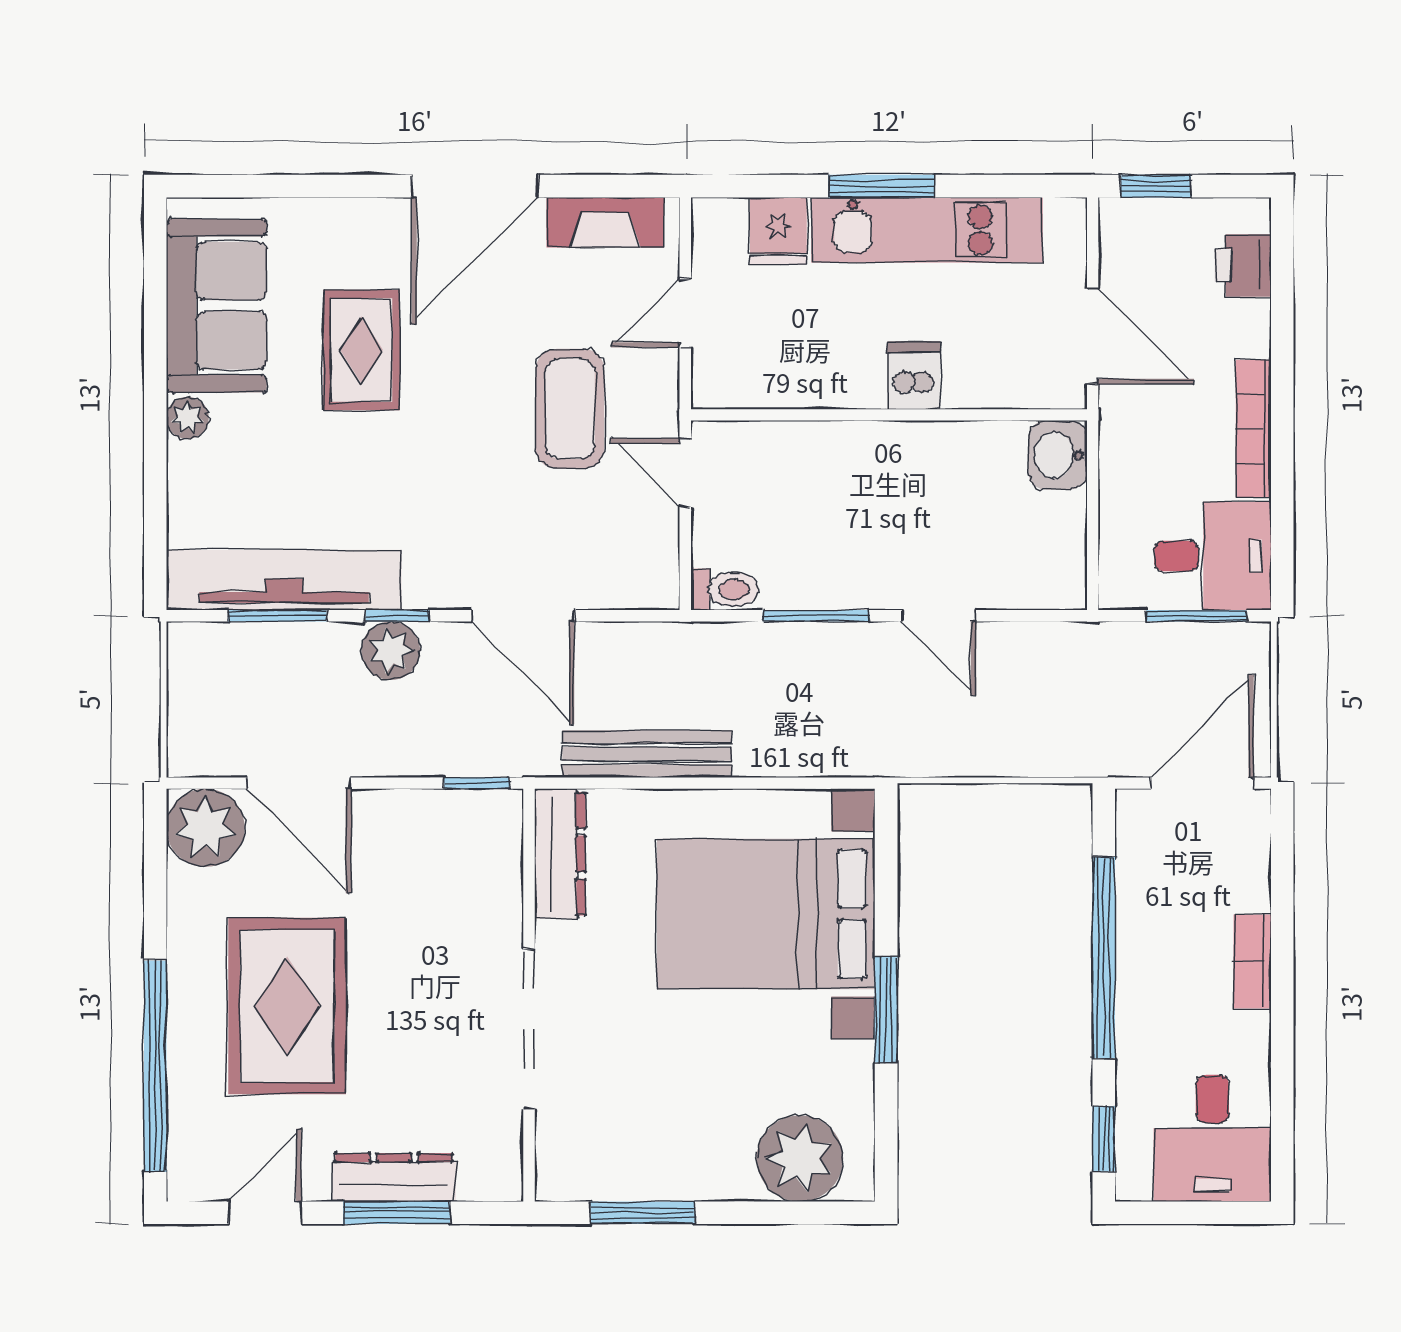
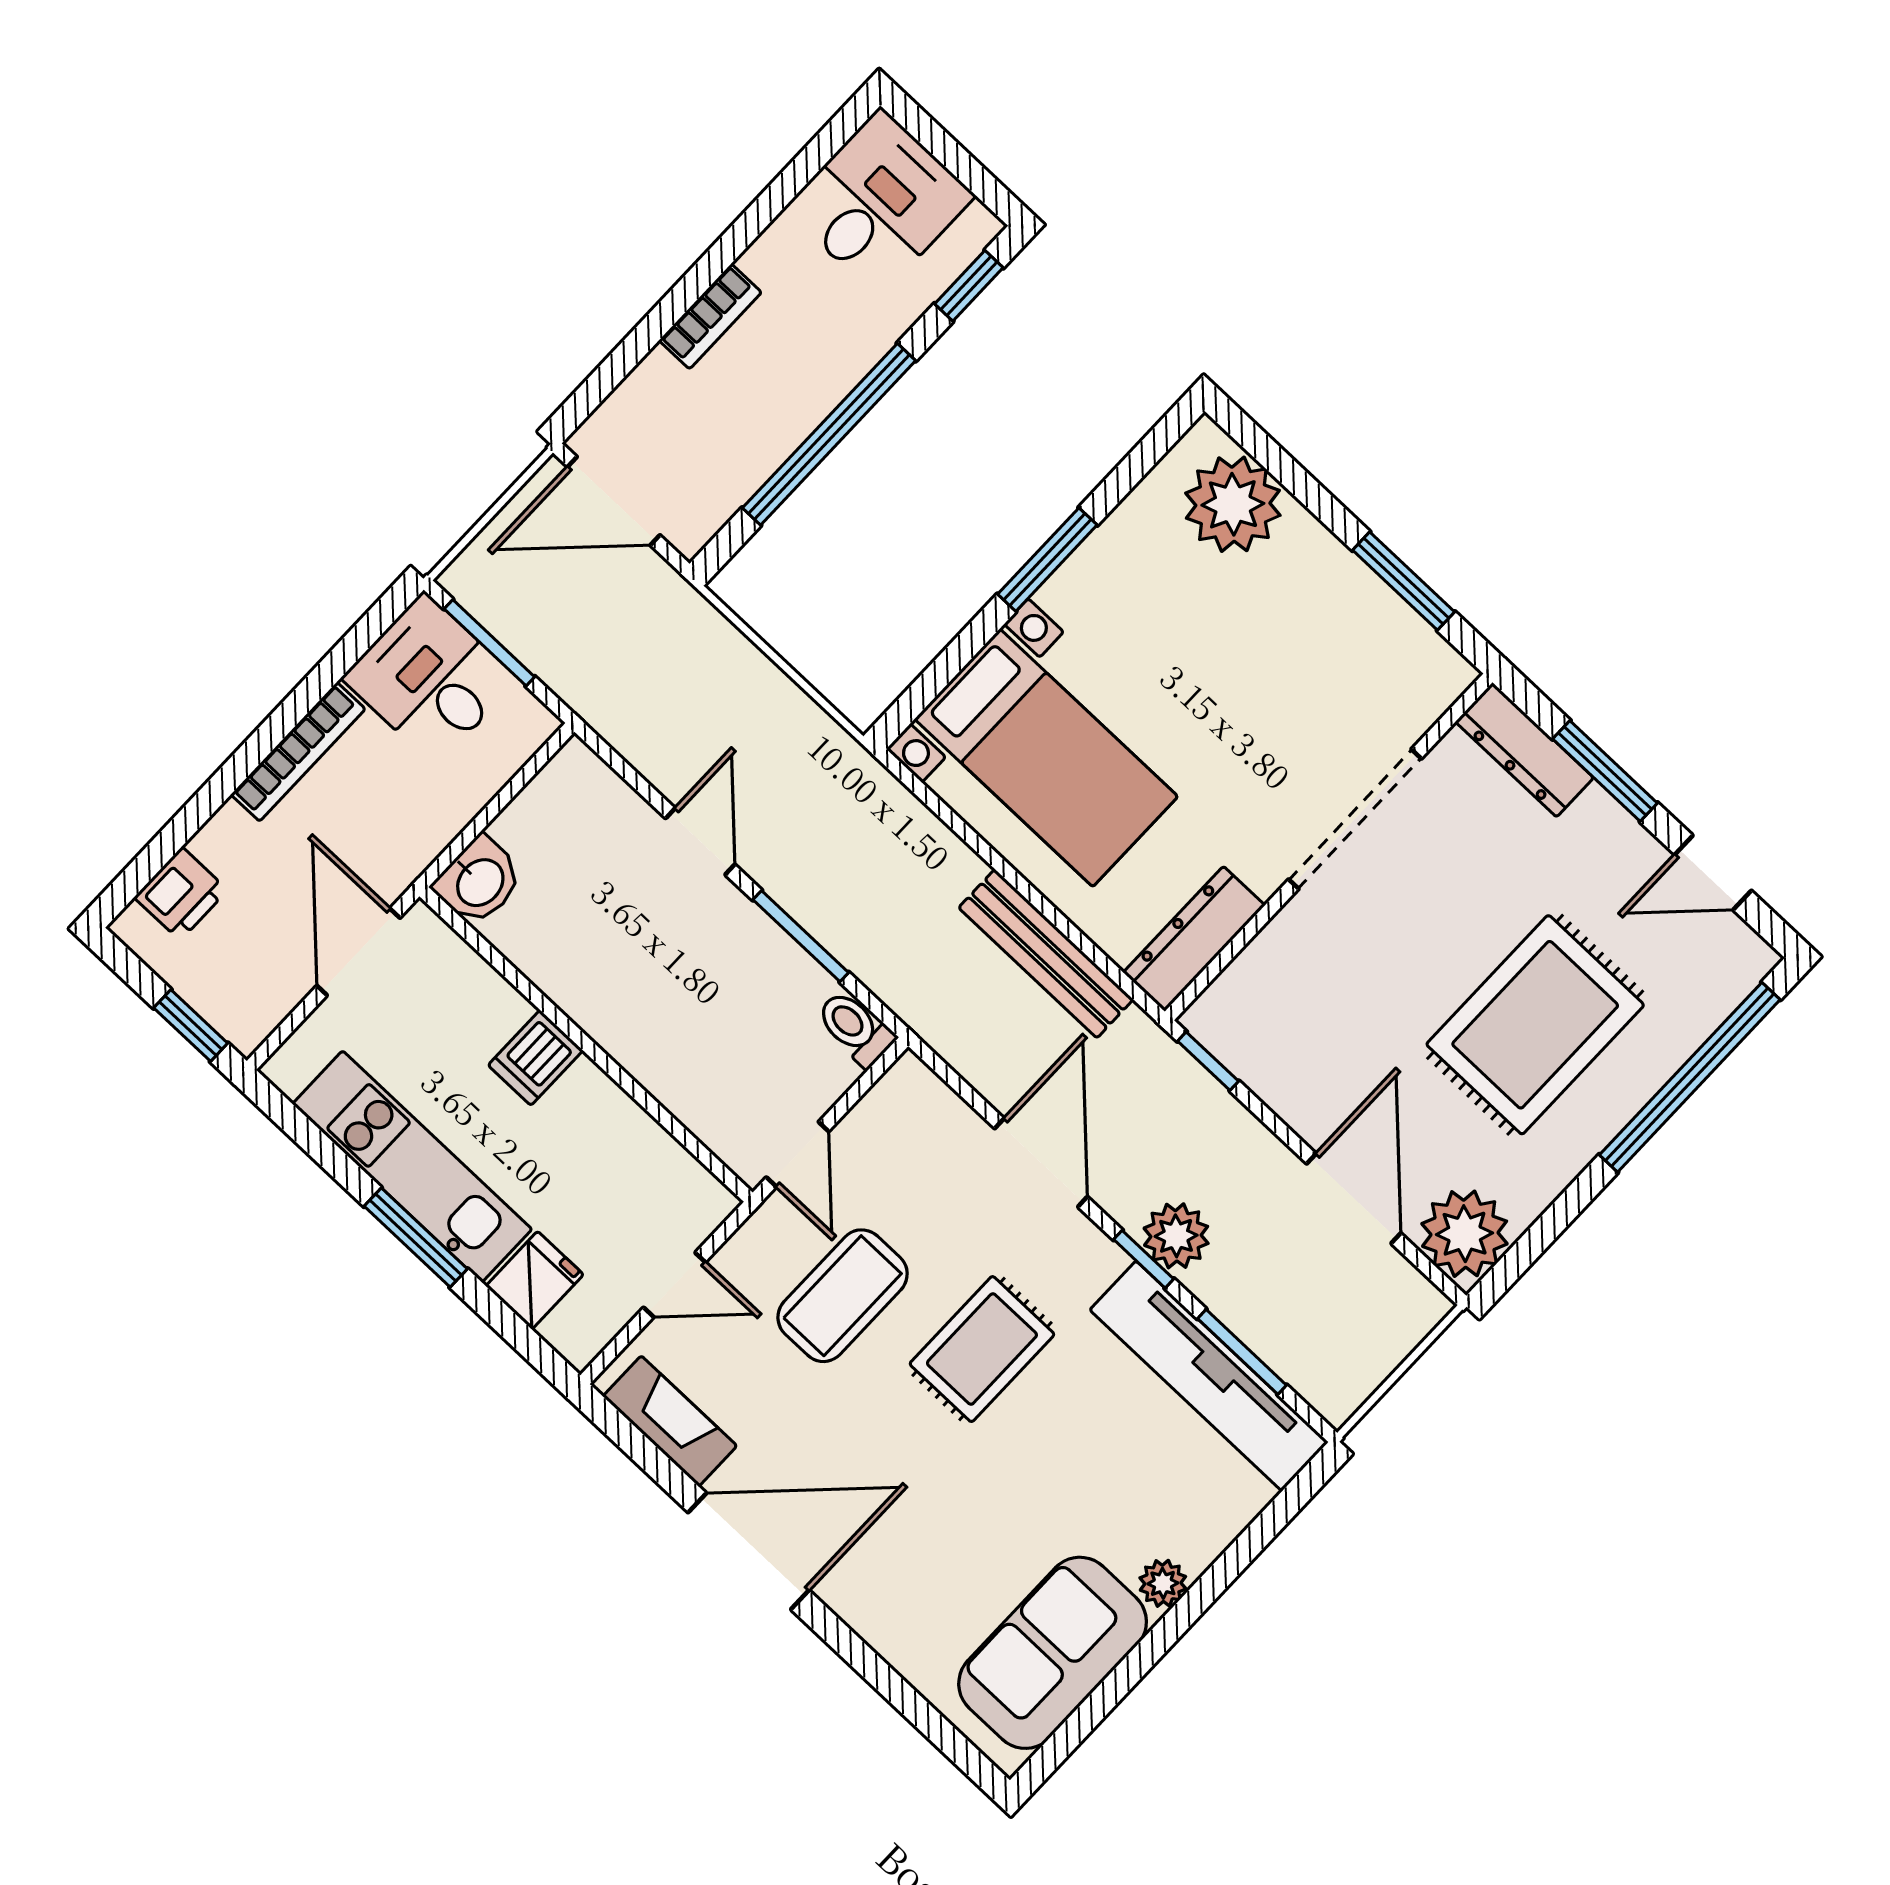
rug: (362, 350) -> (982, 1349), moved
bed with nightstands: (766, 914) -> (1046, 758), width x0.73
dresser: (394, 1177) -> (1525, 750), moved

